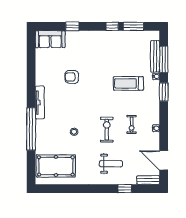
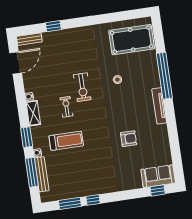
window: (72, 26) -> (158, 190), moved
shelving: (154, 113) -> (33, 113), added
exercise bike: (132, 124) -> (66, 107), moved
door: (164, 160) -> (16, 63), hinge flipped
weight bench: (111, 164) -> (72, 51), removed

